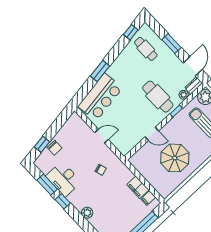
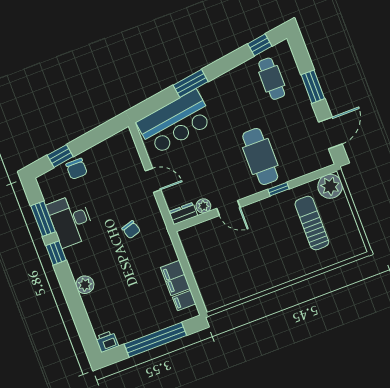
dresser: (194, 86) -> (183, 214), moved
plant: (184, 95) -> (203, 206), moved
parasol: (175, 158) -> (248, 257), removed

